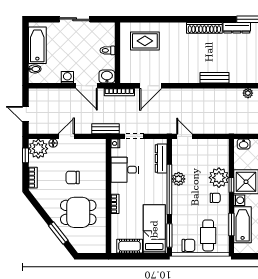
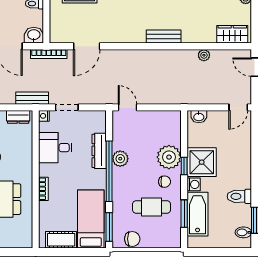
dresser: (94, 144) -> (18, 117), added
dresser: (161, 159) -> (99, 151), moved
cafe table: (208, 235) -> (152, 207), moved, turned 90

